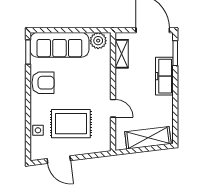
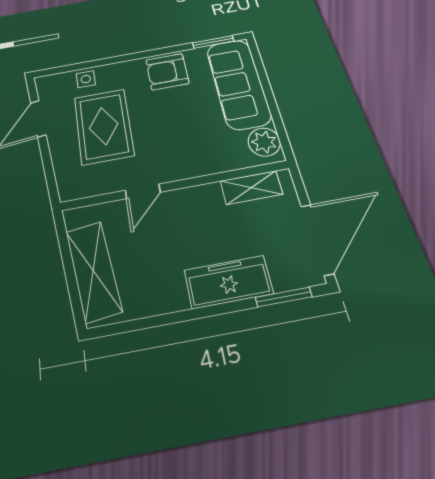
armchair: (43, 83) -> (167, 72), turned 90

